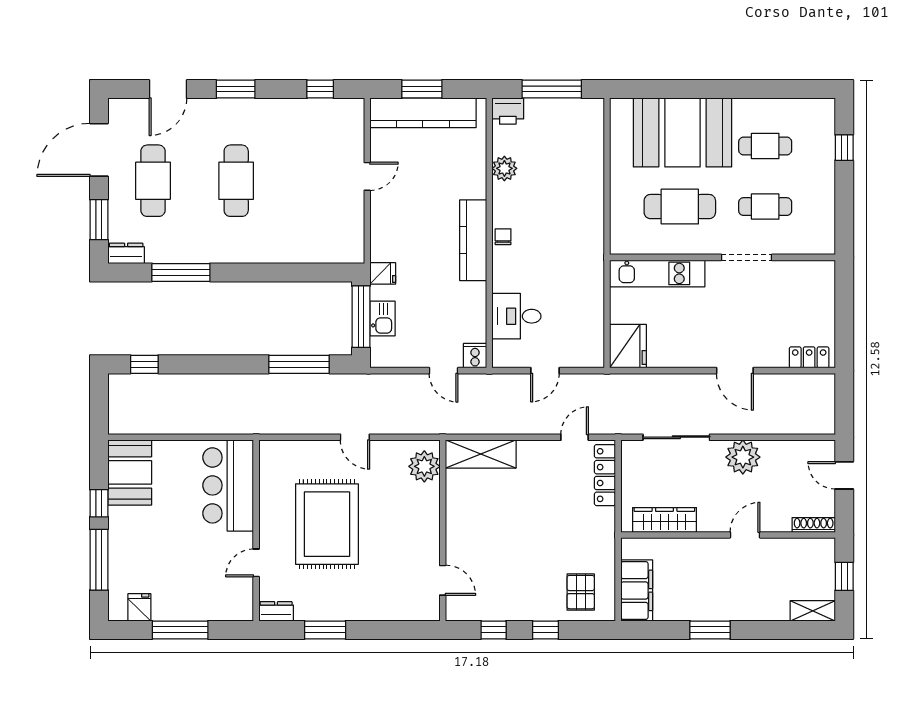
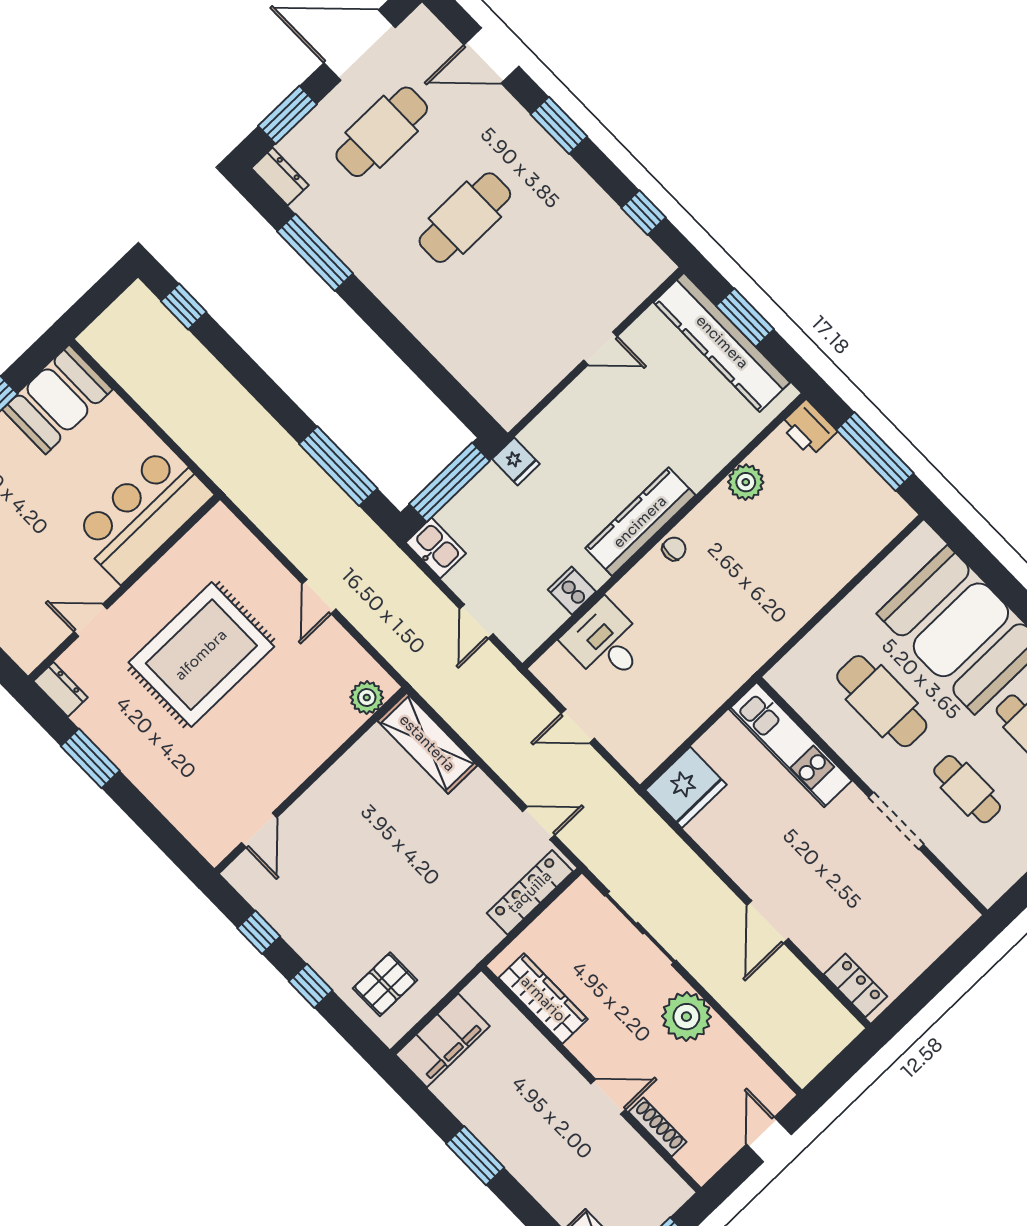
kitchen sink: (382, 318) -> (436, 548), moved, turned -90
cooker: (475, 356) -> (572, 591), moved, turned -90
plant: (424, 466) -> (367, 697), width x0.73, depth x0.73
shoe rack: (814, 525) -> (658, 1127), moved

